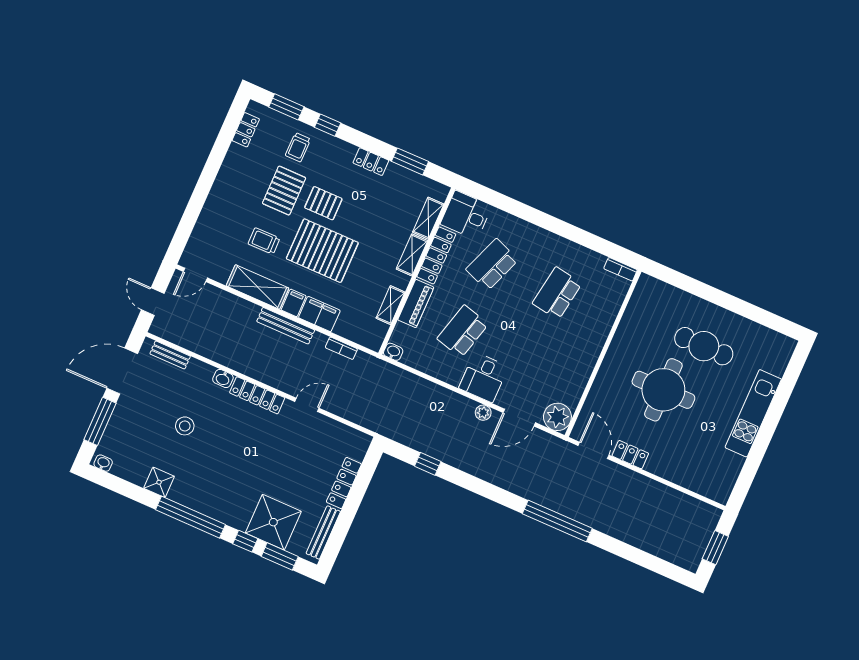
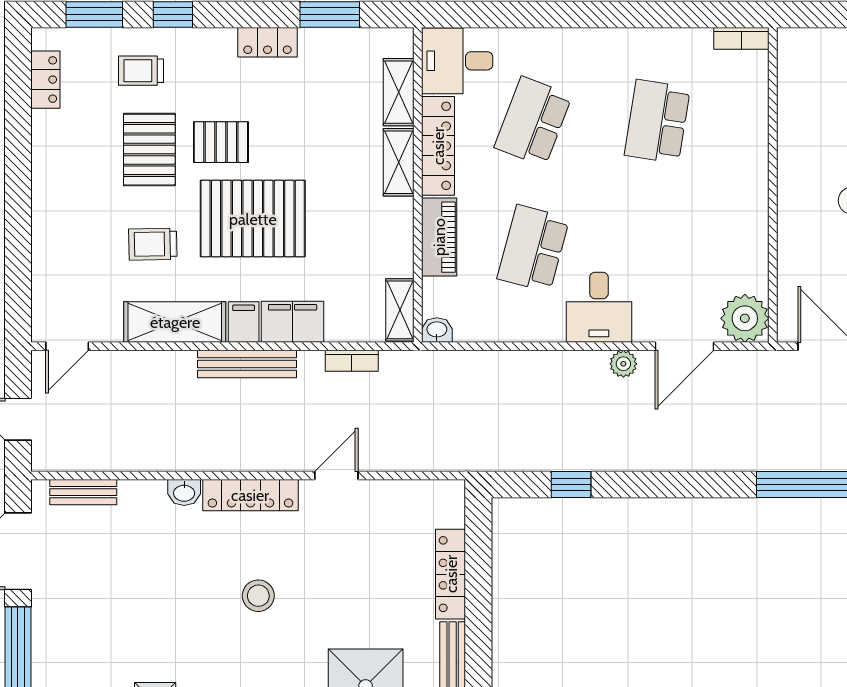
trolley: (298, 147) -> (141, 71), turned 90
shelving: (391, 305) -> (400, 310), moved
stool: (185, 426) -> (258, 596), moved

